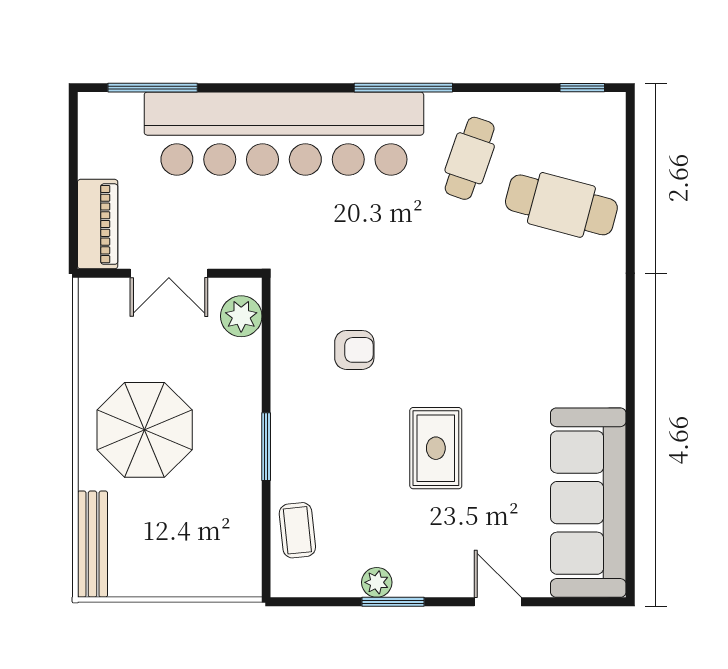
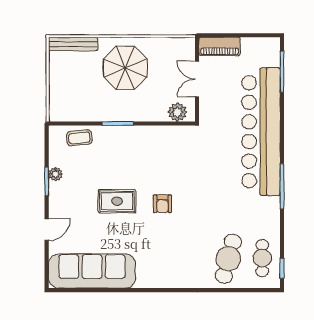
cafe table: (470, 158) -> (262, 258), moved, turned 71
armchair: (354, 350) -> (162, 204), moved

